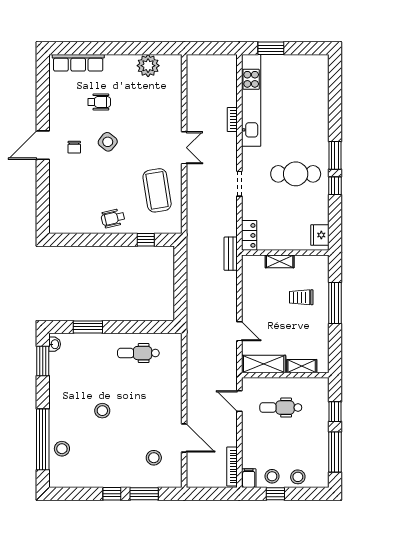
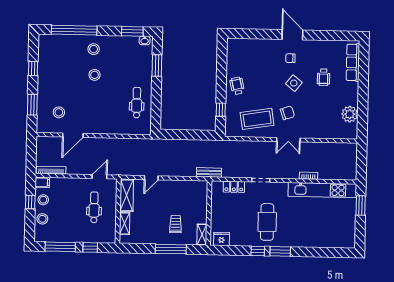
chair: (148, 150) -> (287, 113), added
locker: (249, 235) -> (234, 187), moved
shelving: (280, 261) -> (202, 235), moved
stool: (62, 449) -> (94, 49), moved
window: (112, 494) -> (33, 68), moved

